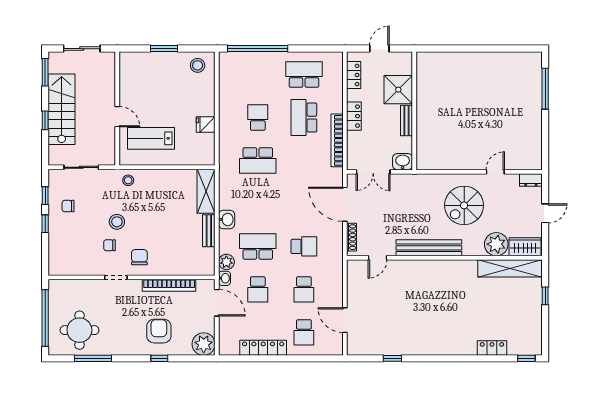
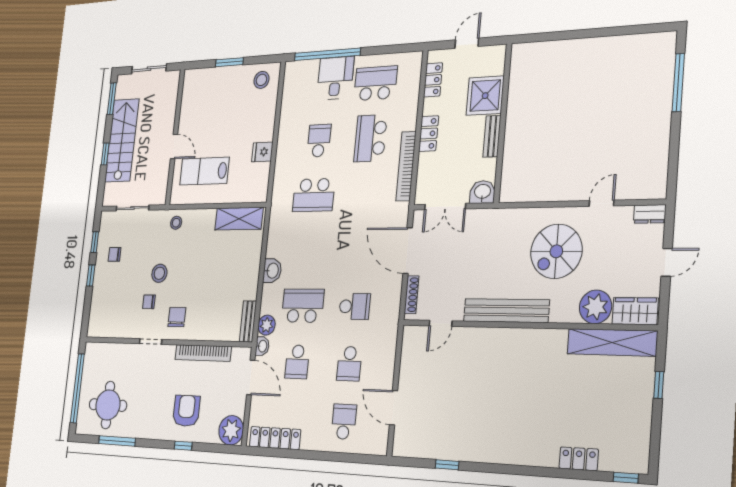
desk: (267, 68) -> (335, 78), added
shelving: (206, 191) -> (239, 219), moved, turned 90
bench: (209, 231) -> (248, 321), moved
school desk: (304, 332) -> (344, 422), turned 180
locker: (263, 348) -> (275, 438), moved

